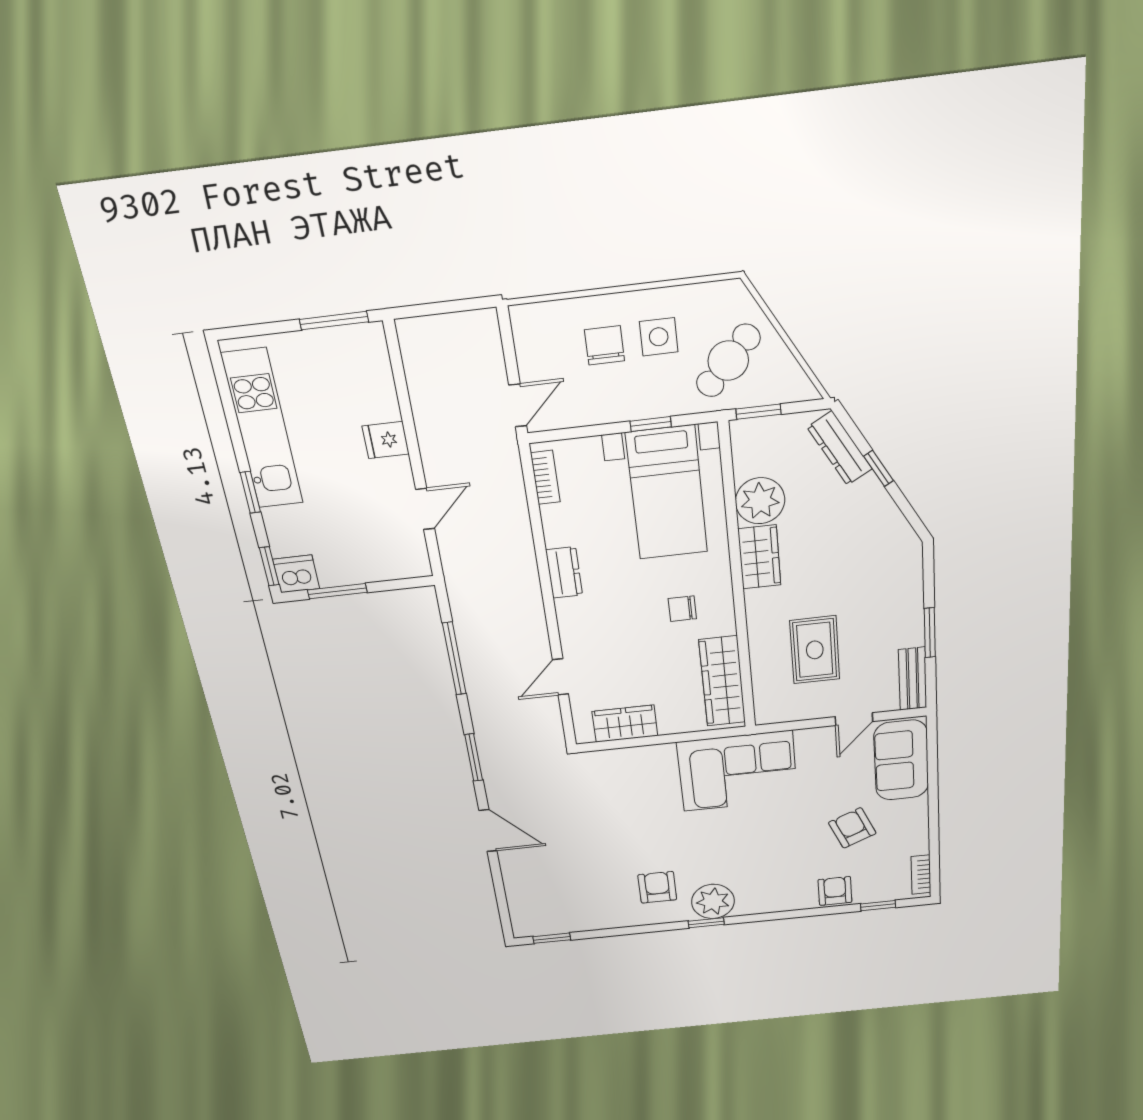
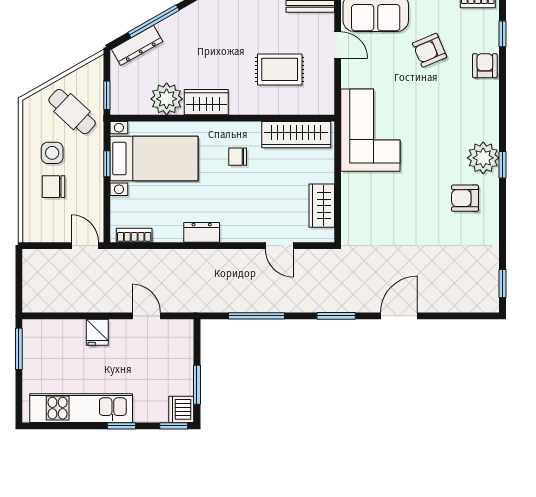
window: (879, 468) -> (154, 21), width x2.17
chair: (682, 609) -> (238, 157), turned 90
armchair: (835, 891) -> (485, 66), turned 90

